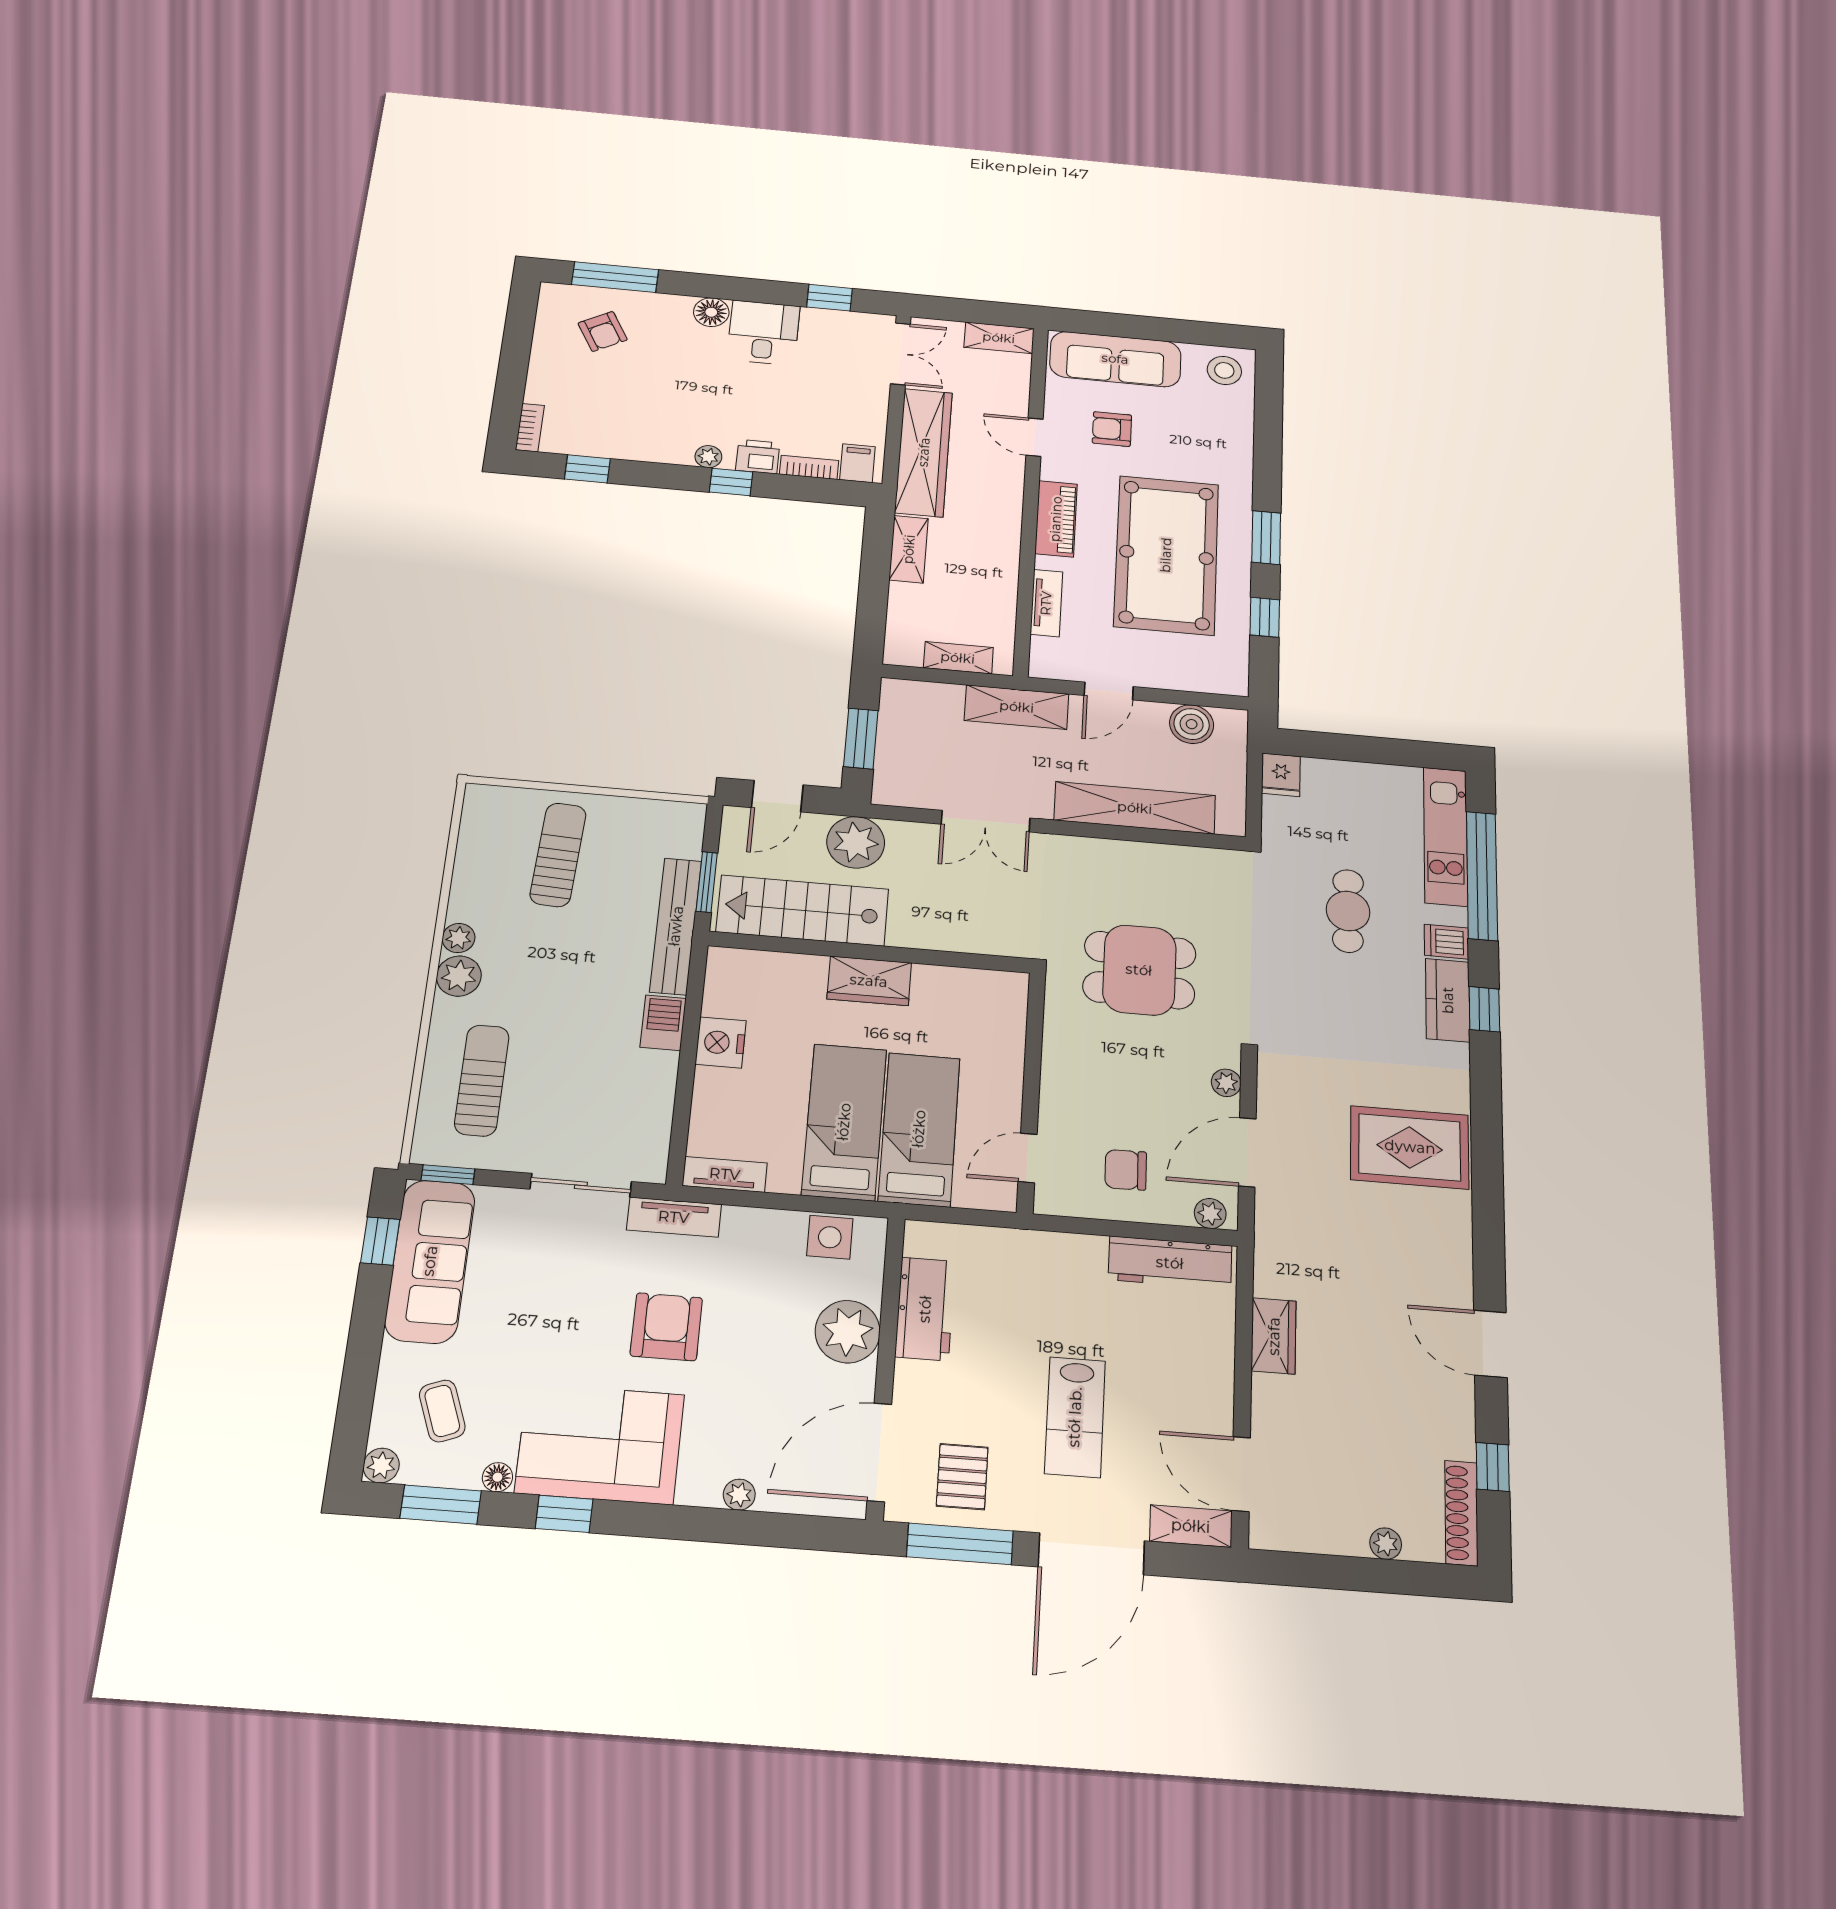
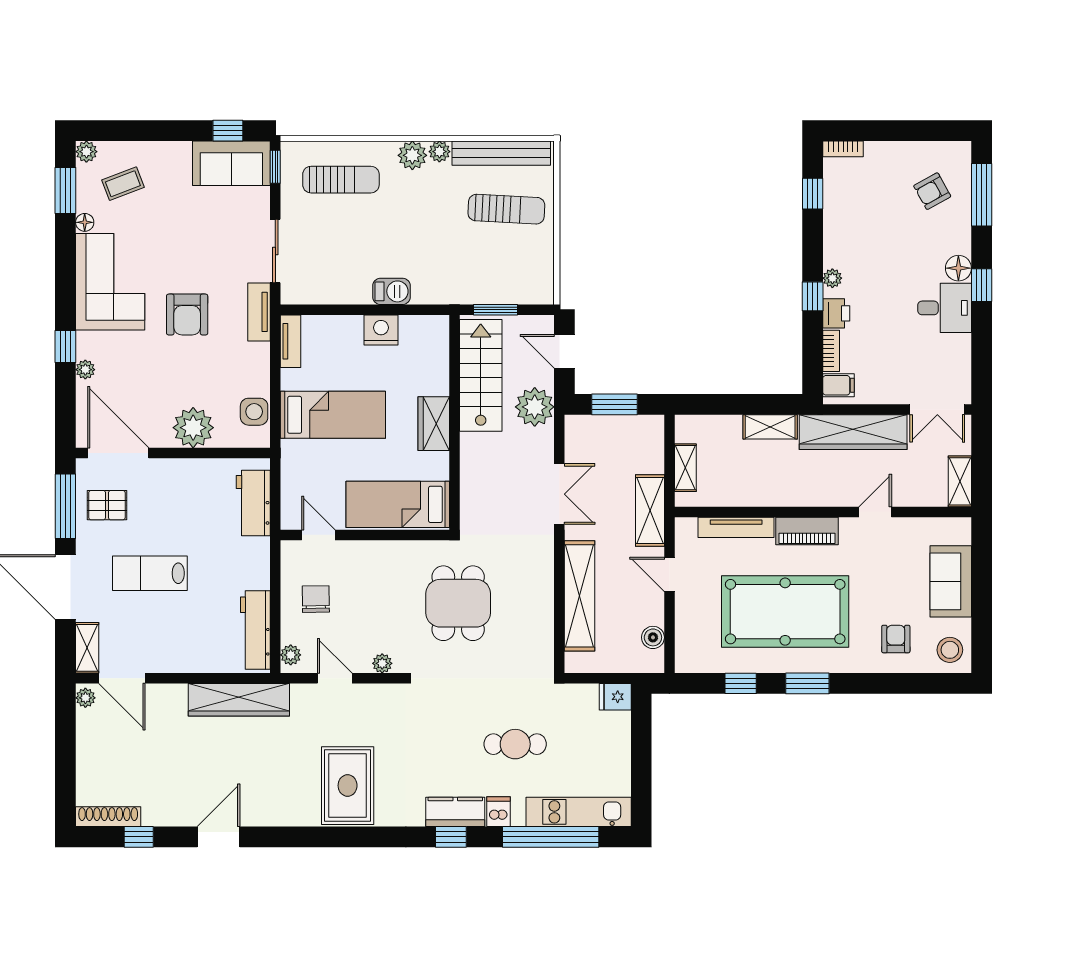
window: (830, 298) -> (982, 285), moved
sofa: (1115, 359) -> (951, 581), width x0.73
armchair: (1112, 429) -> (896, 639), moved
tv unit: (1046, 603) -> (736, 527), width x1.41
boiler: (1192, 724) -> (653, 637), width x0.73, depth x0.73
double door: (986, 821) -> (559, 494), swing flipped
bench: (676, 926) -> (501, 153), moved
bed: (919, 1129) -> (398, 504), moved, turned 180
door: (1247, 1152) -> (335, 678), width x0.73
sofa: (430, 1261) -> (231, 163), width x0.73
workbench: (925, 1309) -> (253, 503), moved, turned 90
armchair: (666, 1327) -> (187, 315), turned 90
wardrobe: (1274, 1336) -> (239, 700), width x2.10, depth x1.17
door: (1241, 1474) -> (122, 678), swing flipped
window: (564, 1514) -> (65, 346), moved
plant: (1386, 1544) -> (85, 698), moved

